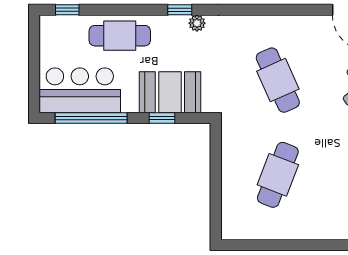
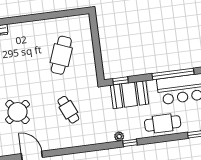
cafe table: (278, 80) -> (68, 110), width x0.73, depth x0.74
window: (162, 118) -> (121, 81), moved

